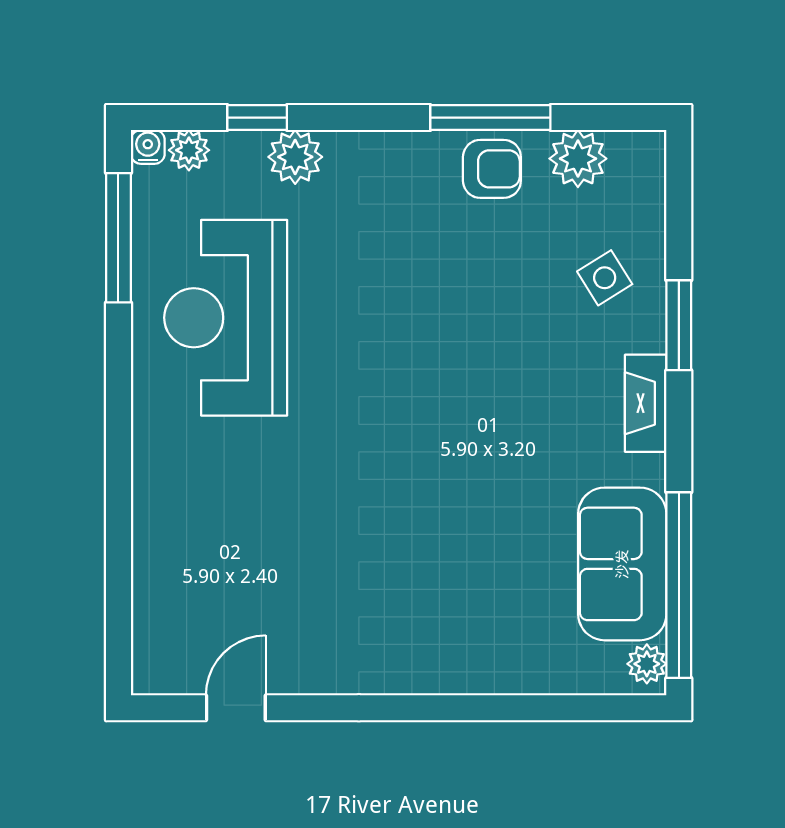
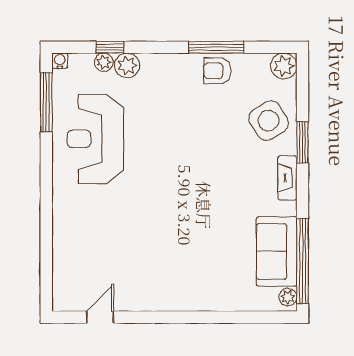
plant: (189, 150) -> (104, 62), moved
plant: (578, 159) -> (284, 66), moved
armchair: (492, 169) -> (217, 71), turned 180
side table: (605, 278) -> (269, 121), width x1.87, depth x1.87

